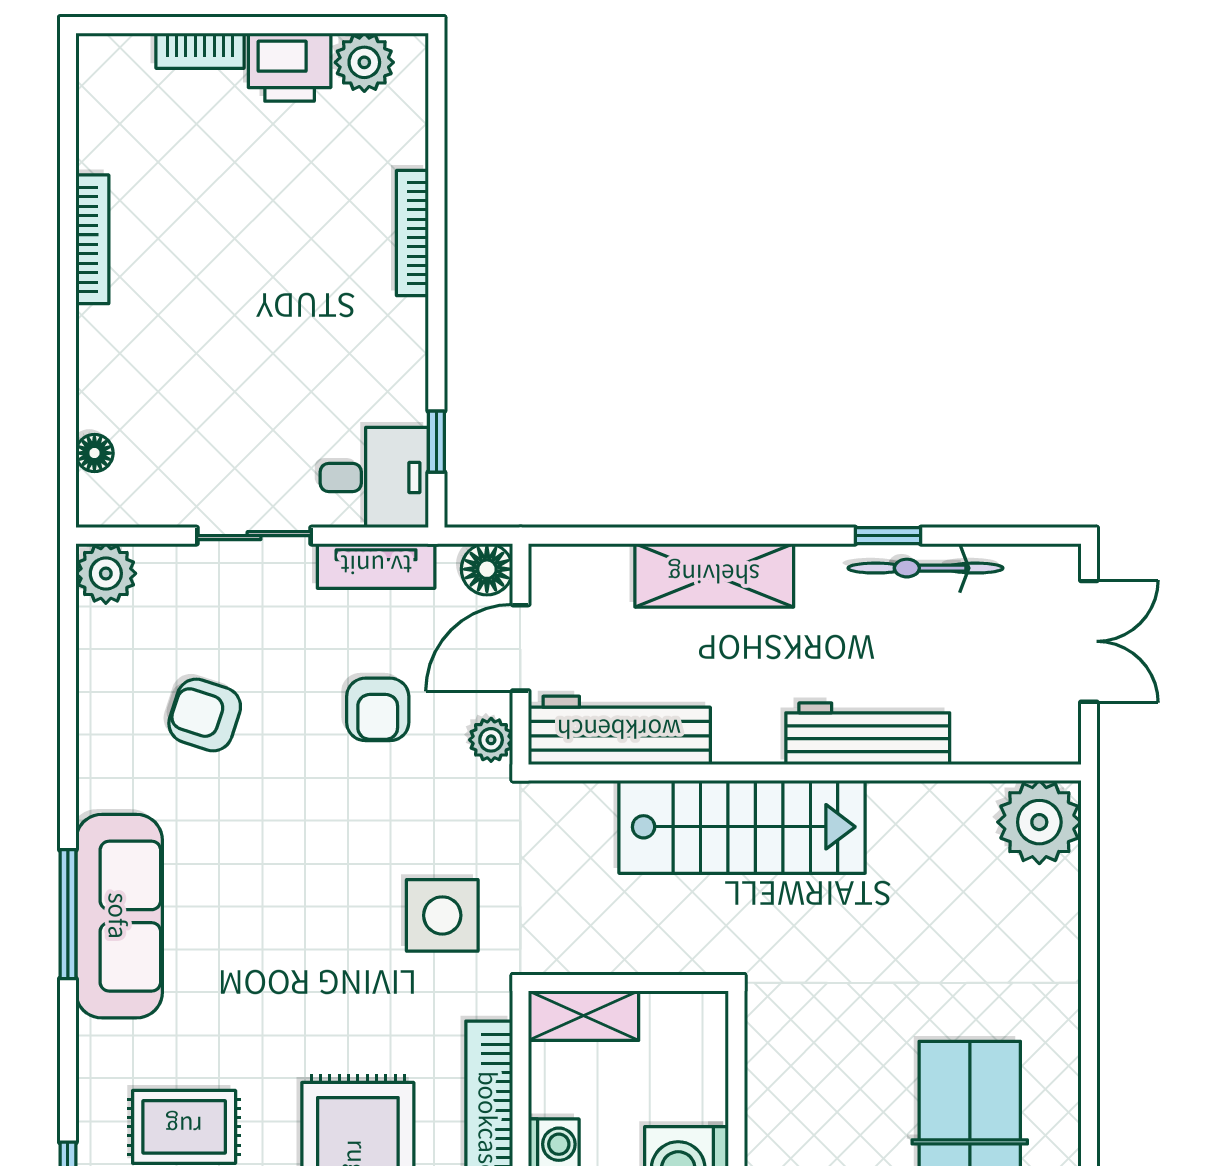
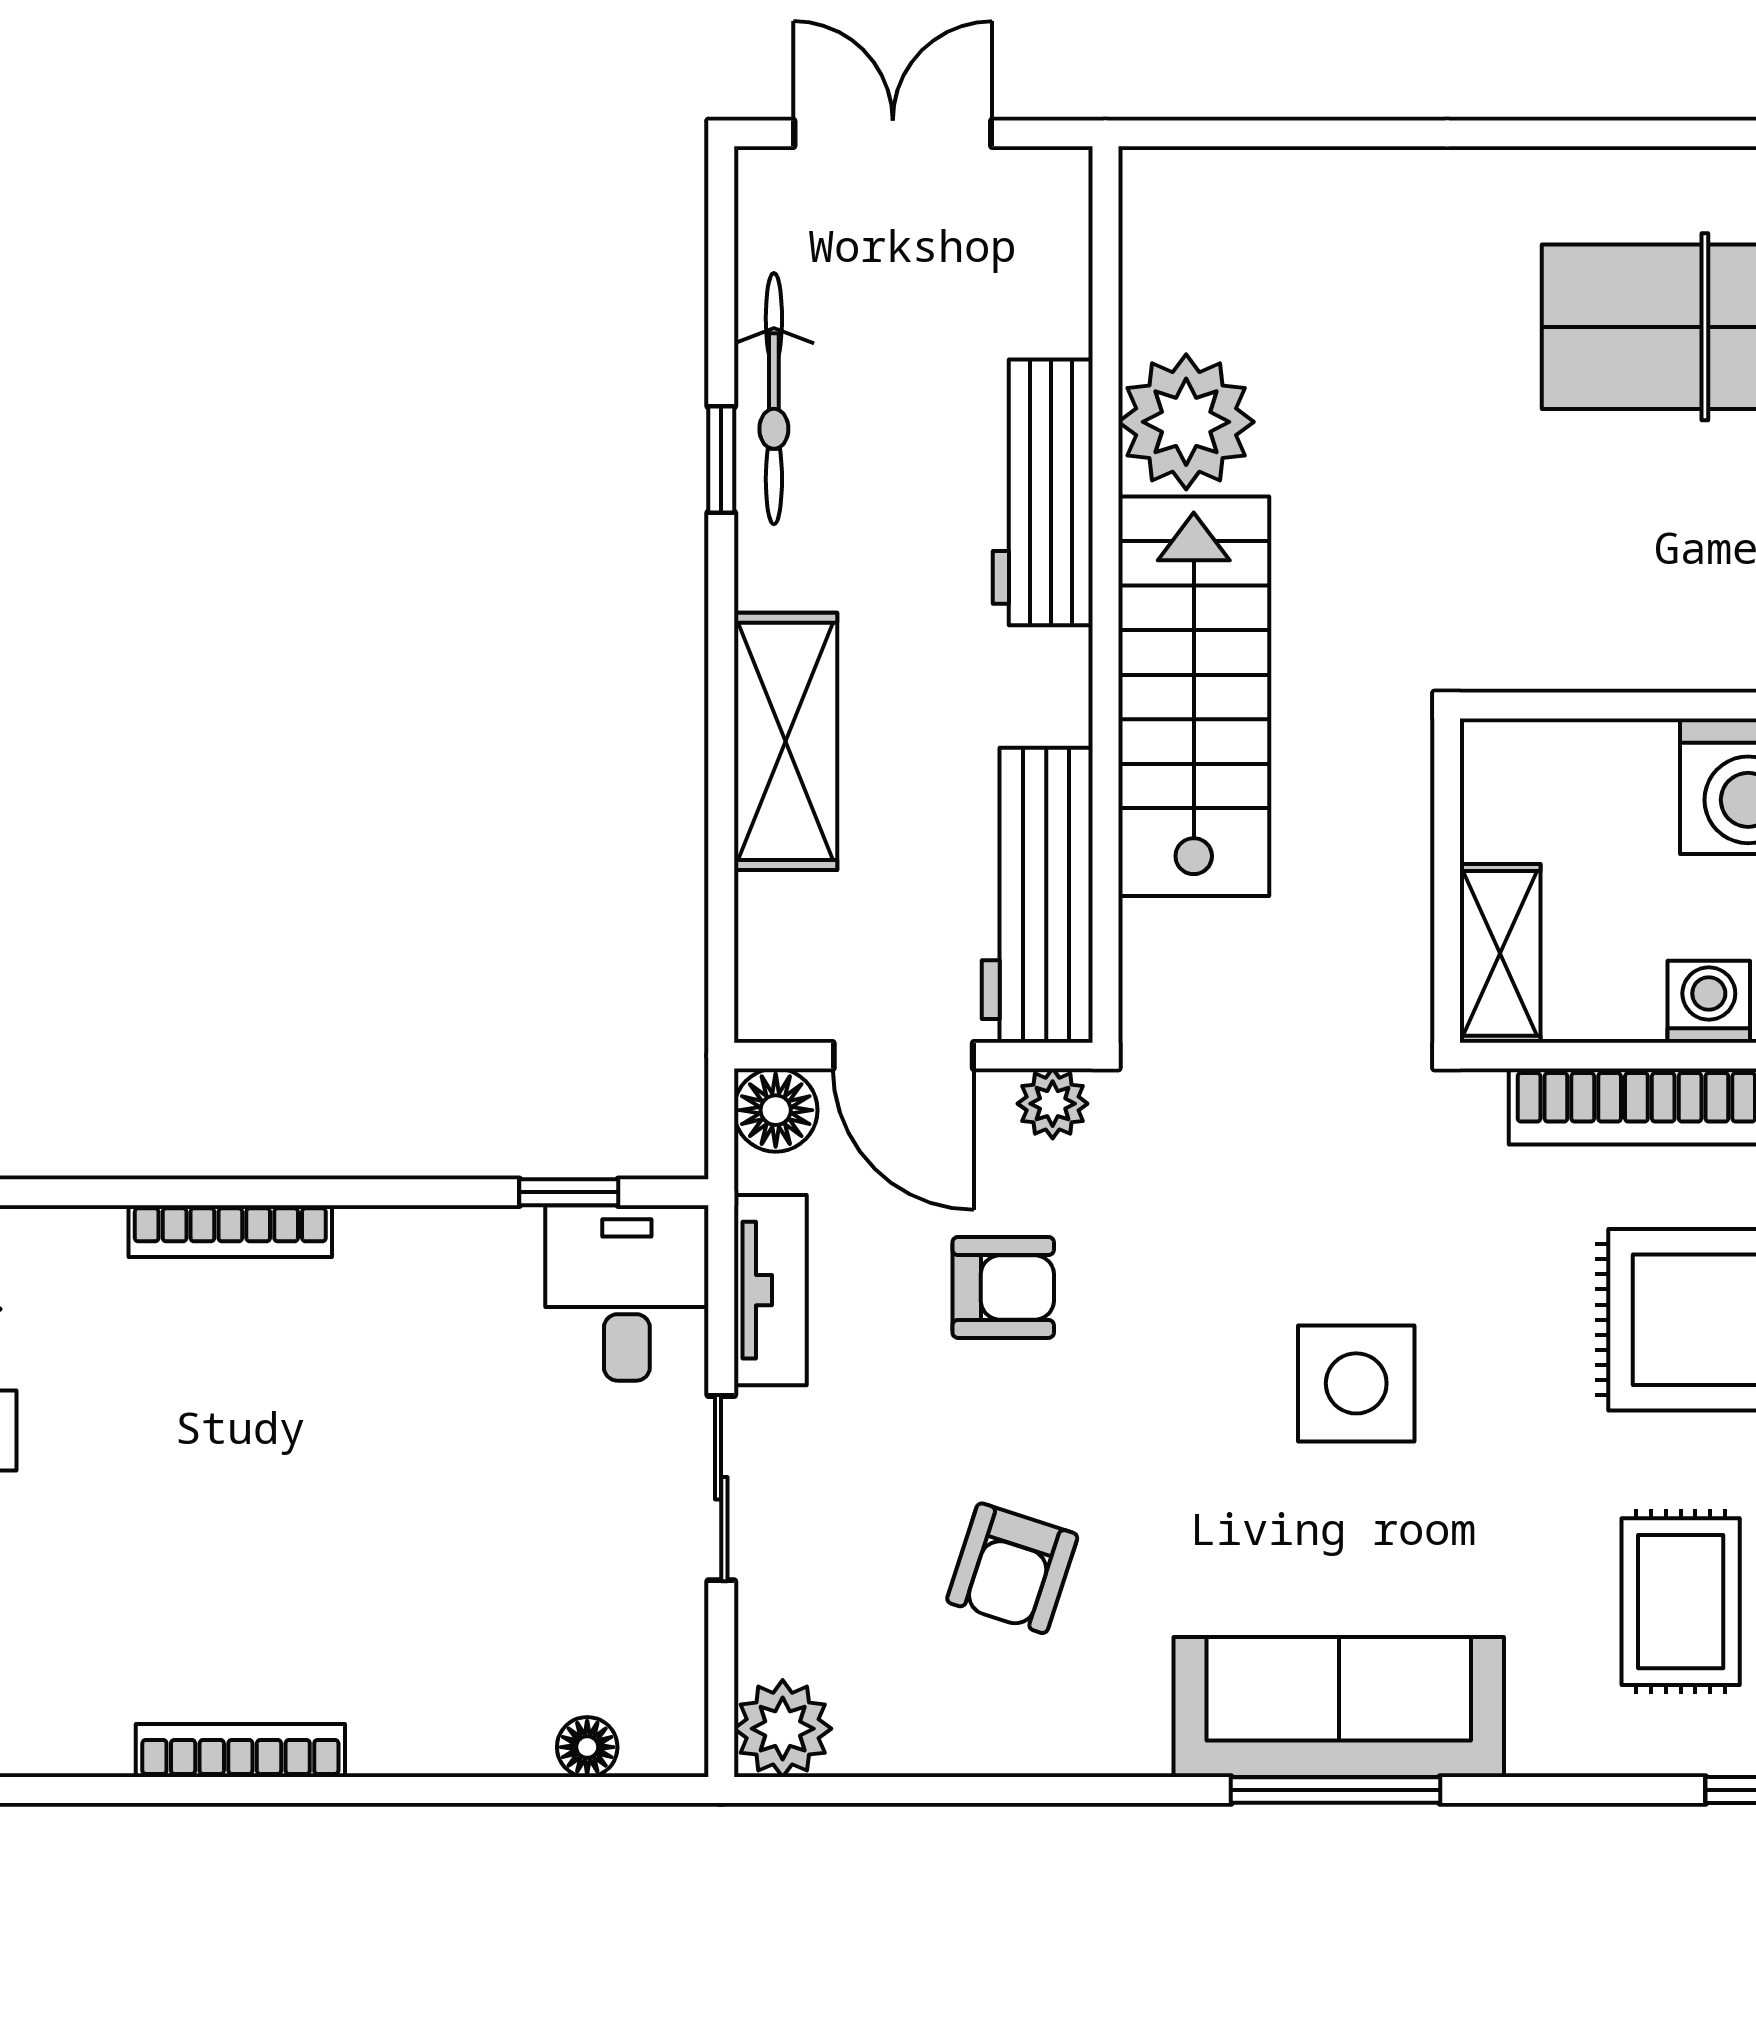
plant: (1039, 822) -> (1186, 422), moved
side table: (442, 915) -> (1356, 1383), moved

